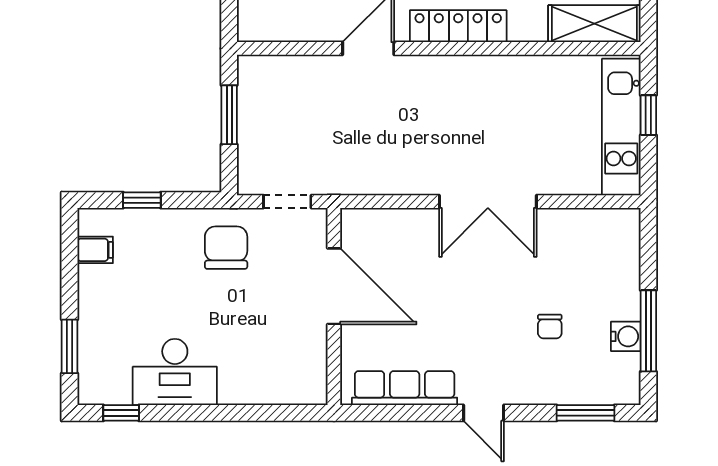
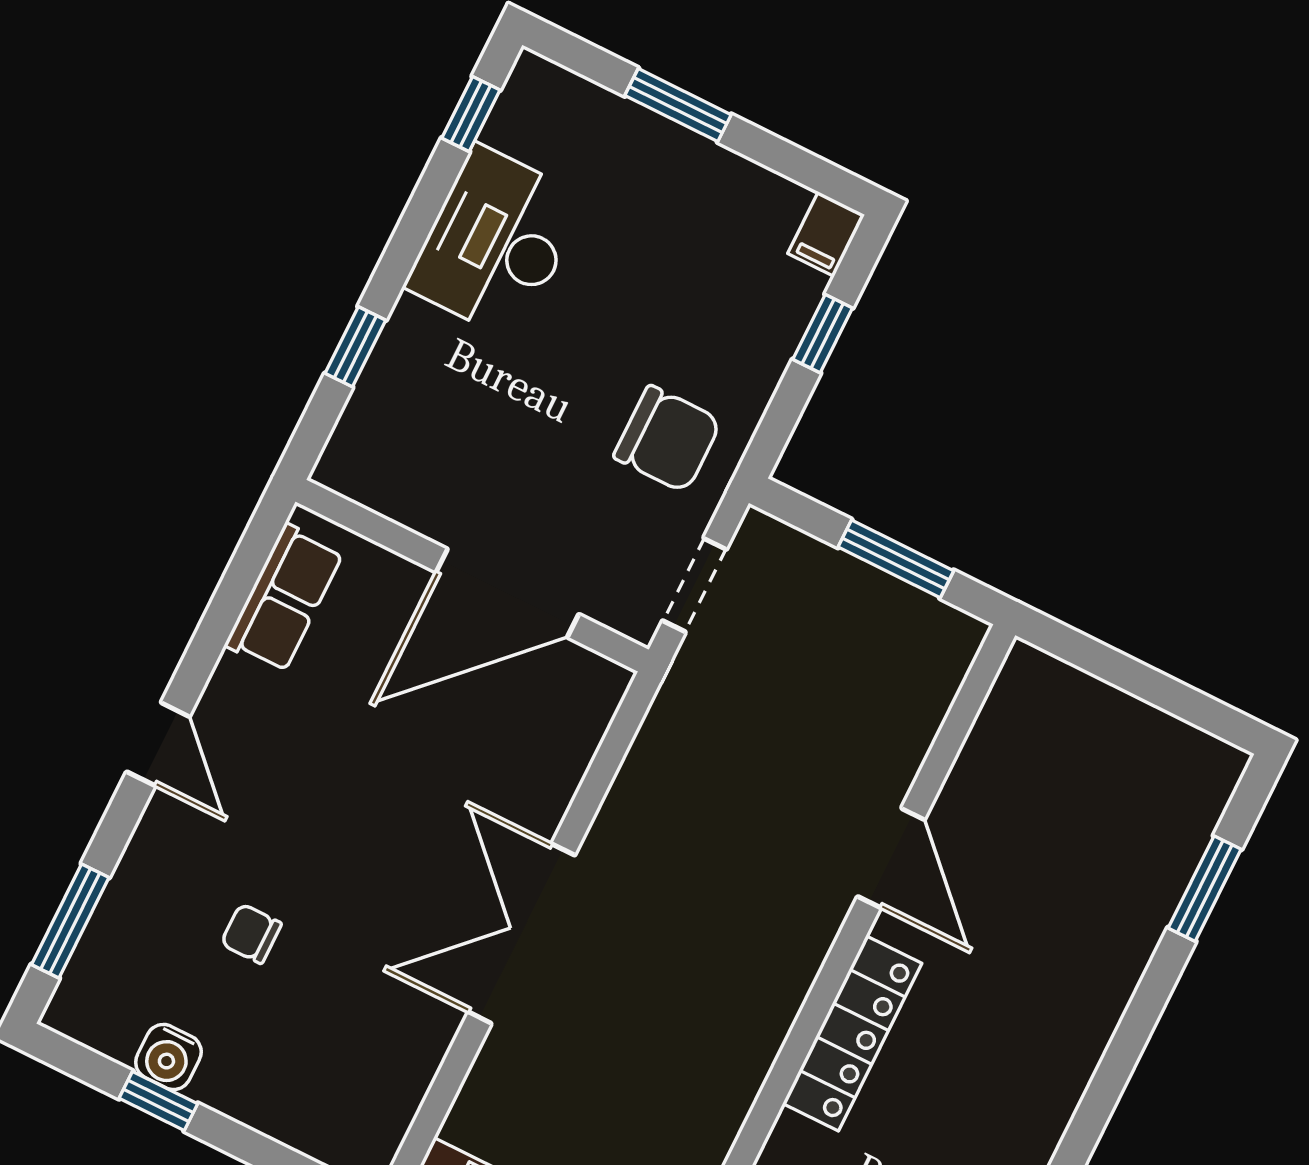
filing cabinet: (95, 250) -> (826, 234), moved
window: (648, 331) -> (158, 1101), width x0.46
window: (70, 346) -> (678, 105), moved
row of seats: (405, 388) -> (284, 598), width x0.68
window: (255, 413) -> (355, 347), added
door: (484, 413) -> (158, 744), swing flipped

